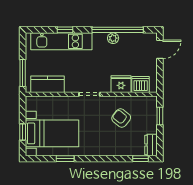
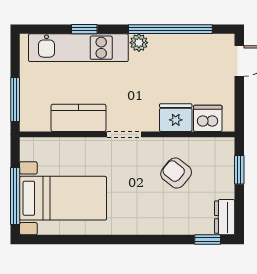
plant: (113, 38) -> (139, 43), moved
kitchen counter: (48, 84) -> (78, 118), moved
window: (23, 132) -> (15, 196), width x2.17
window: (65, 159) -> (85, 239), removed

